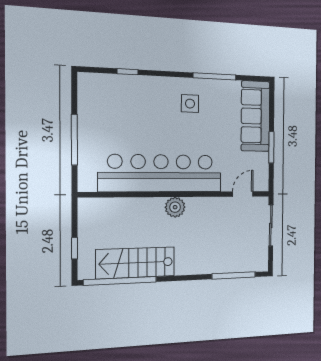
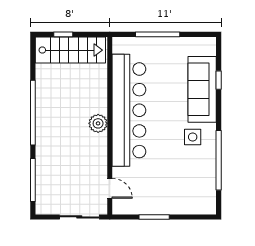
window: (215, 76) -> (219, 160), width x1.46
sofa: (255, 116) -> (202, 89), moved, turned -90
stairs: (136, 263) -> (70, 50), moved, turned 90
window: (120, 281) -> (33, 113), moved

